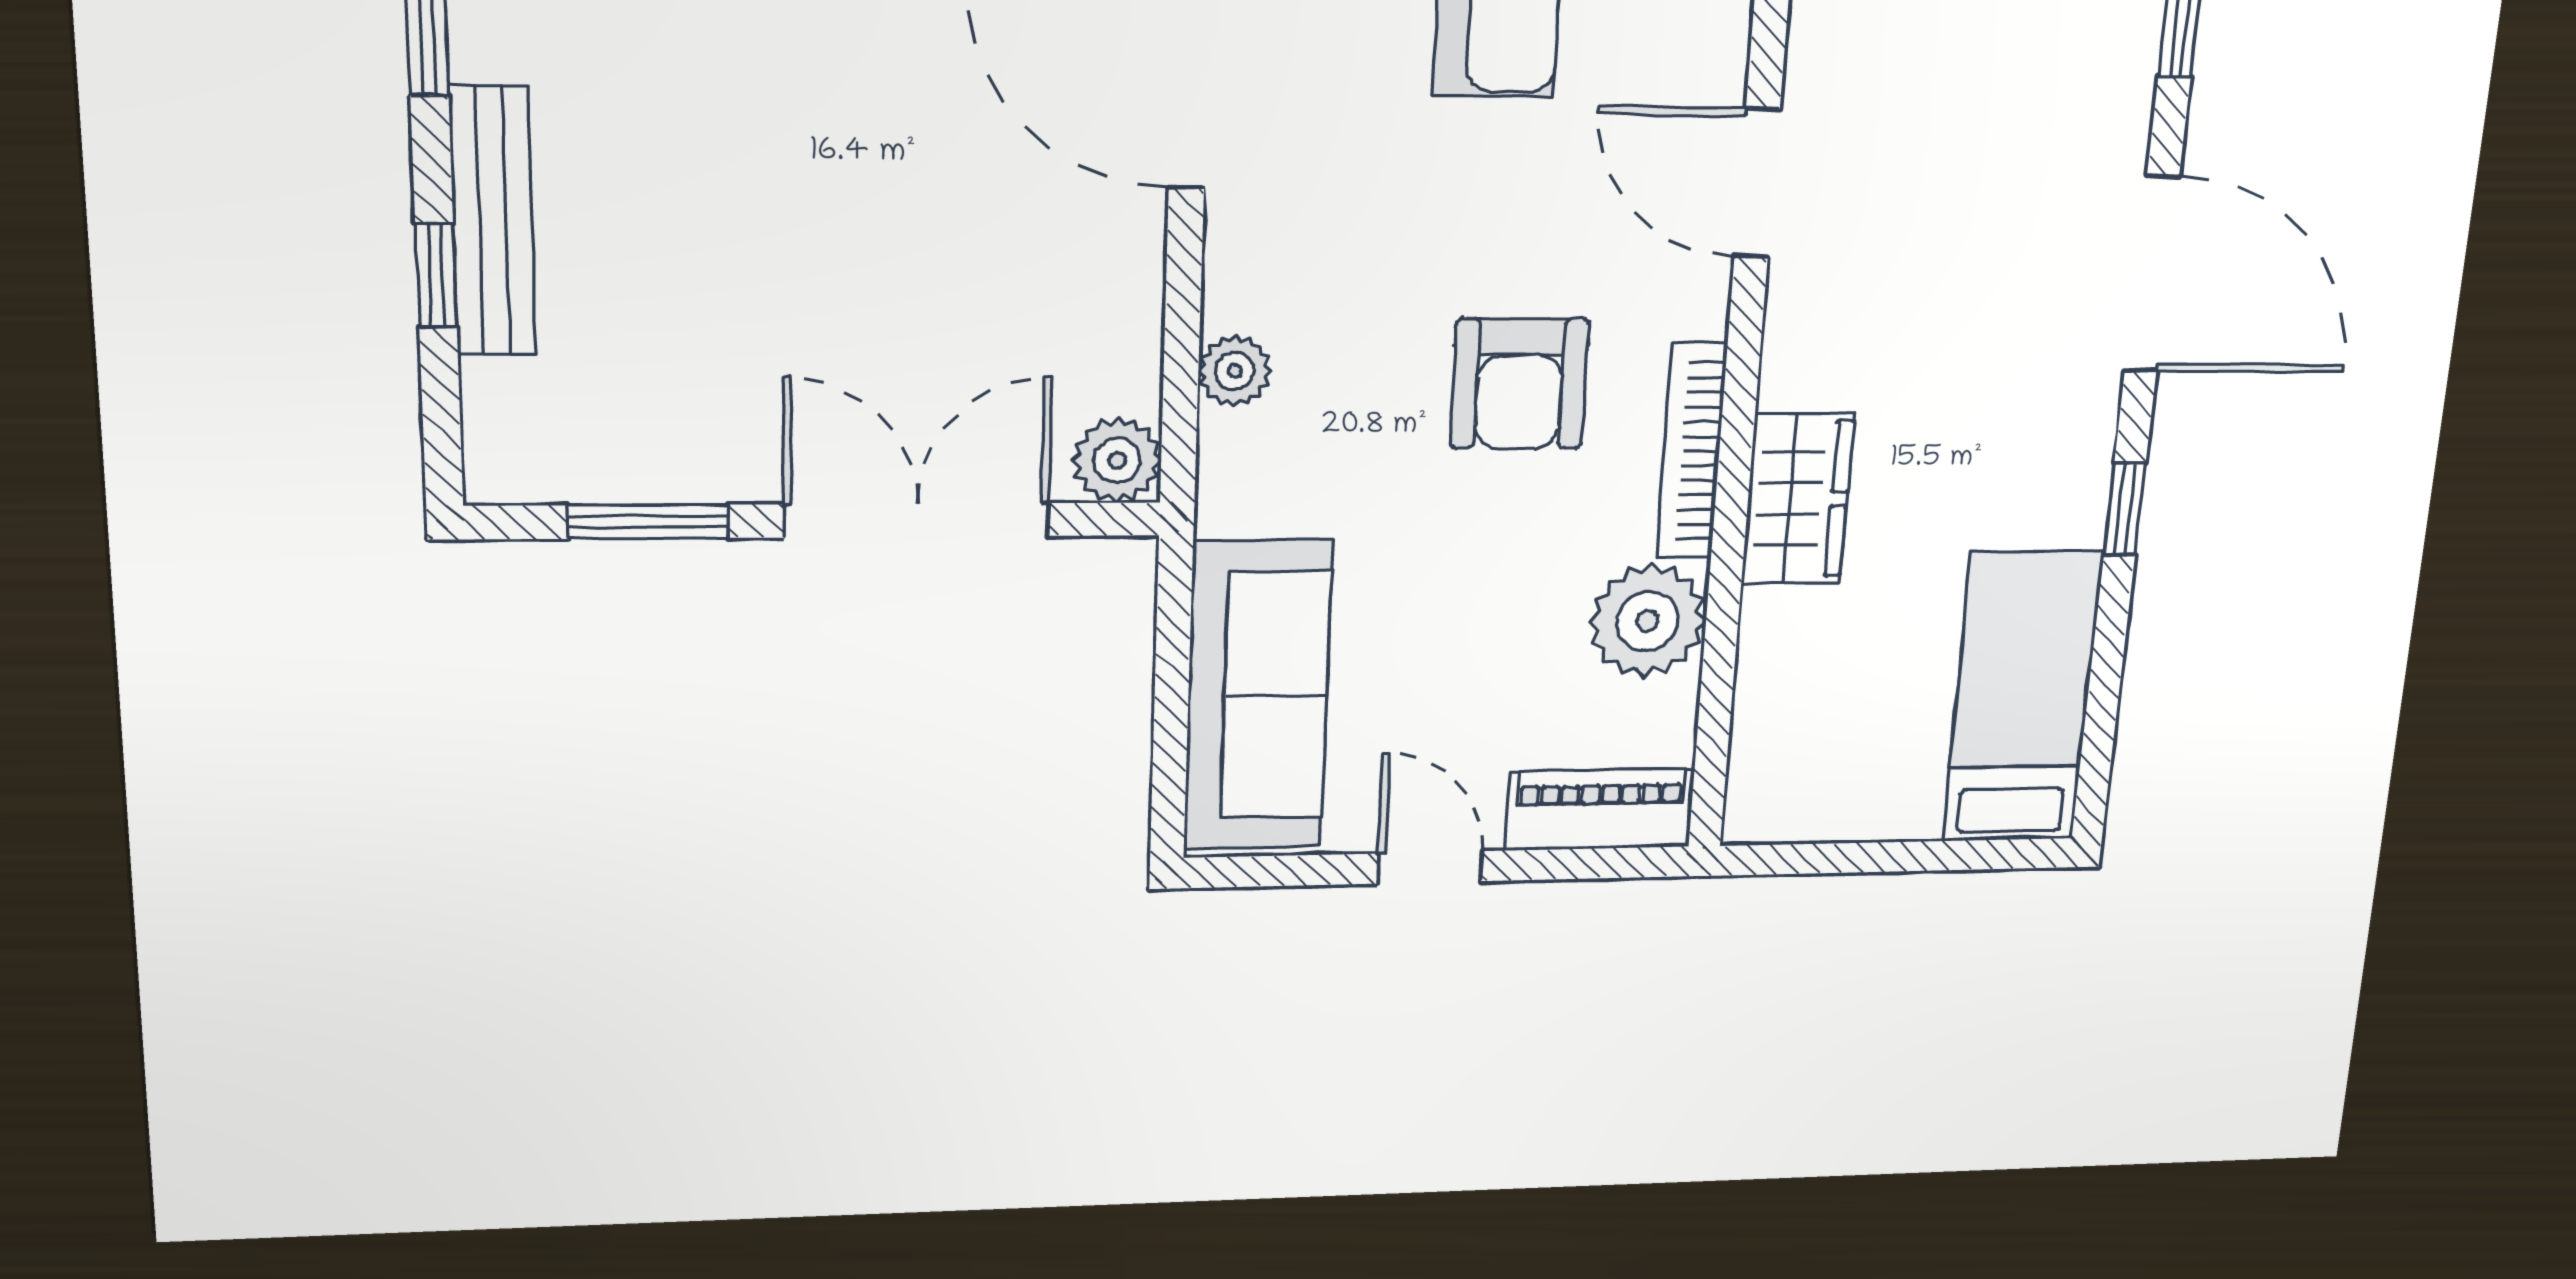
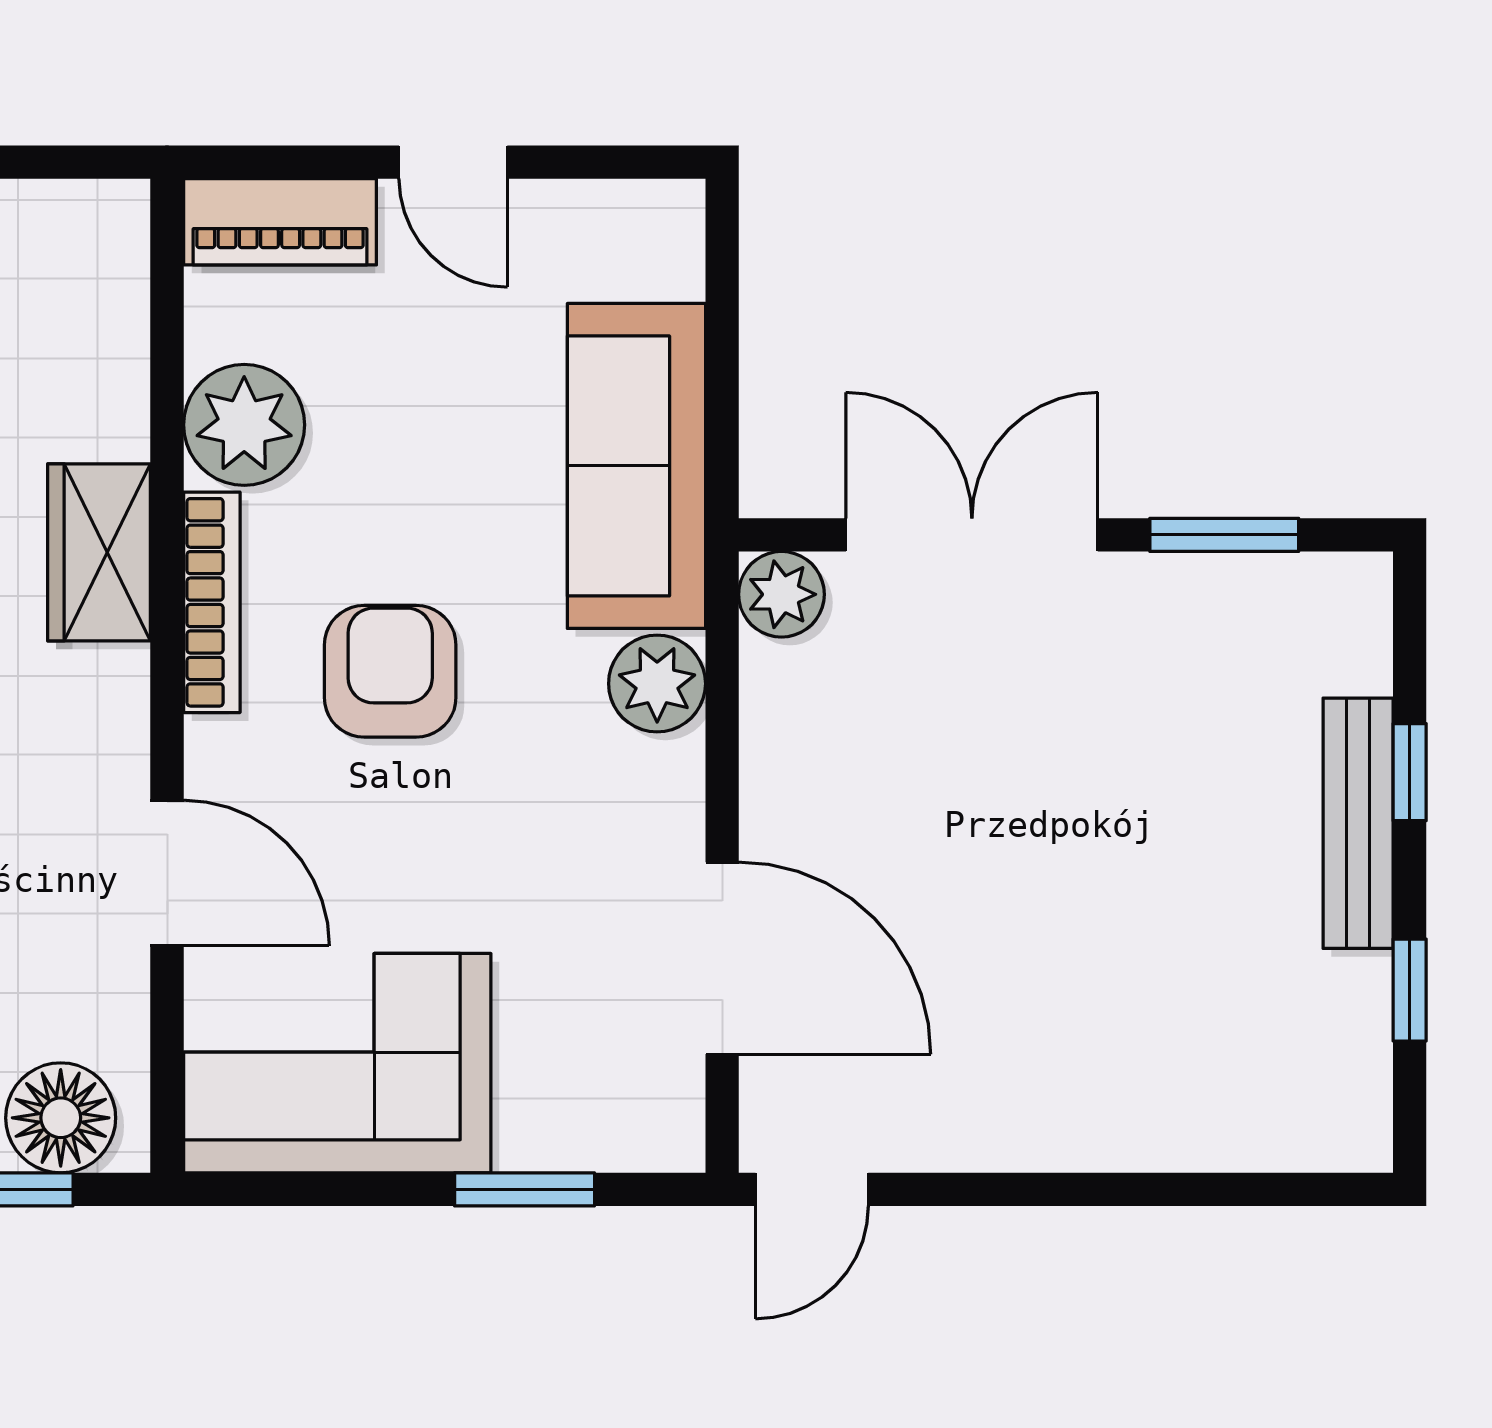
plant: (1235, 371) -> (657, 684), width x1.38, depth x1.38
double door: (917, 520) -> (972, 535), swing flipped
sofa: (1258, 696) -> (636, 466), moved

